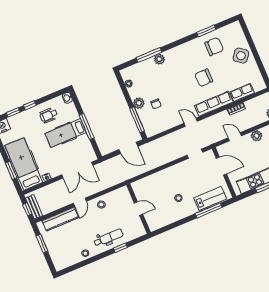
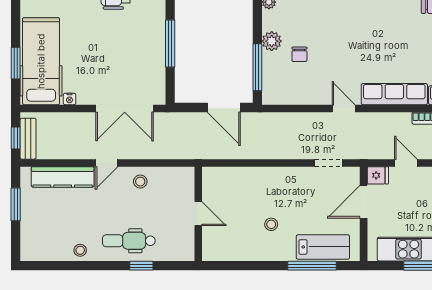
chair: (204, 78) -> (396, 45), removed
hospital bed: (66, 133) -> (131, 40), removed
fridge: (223, 149) -> (378, 175), added
door: (221, 166) -> (364, 202), swing flipped
dental chair: (108, 238) -> (129, 241), turned 180

